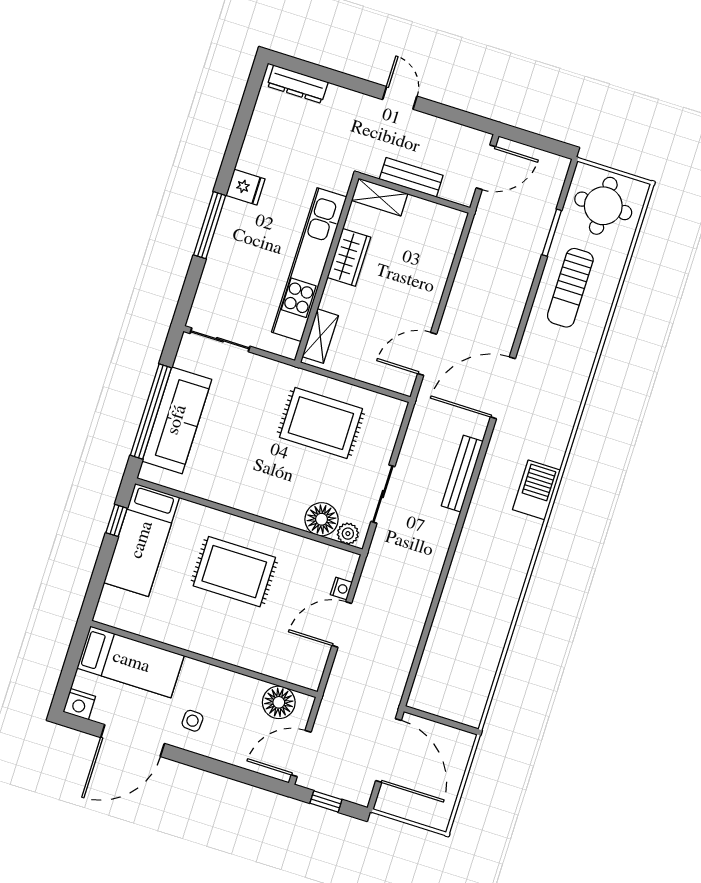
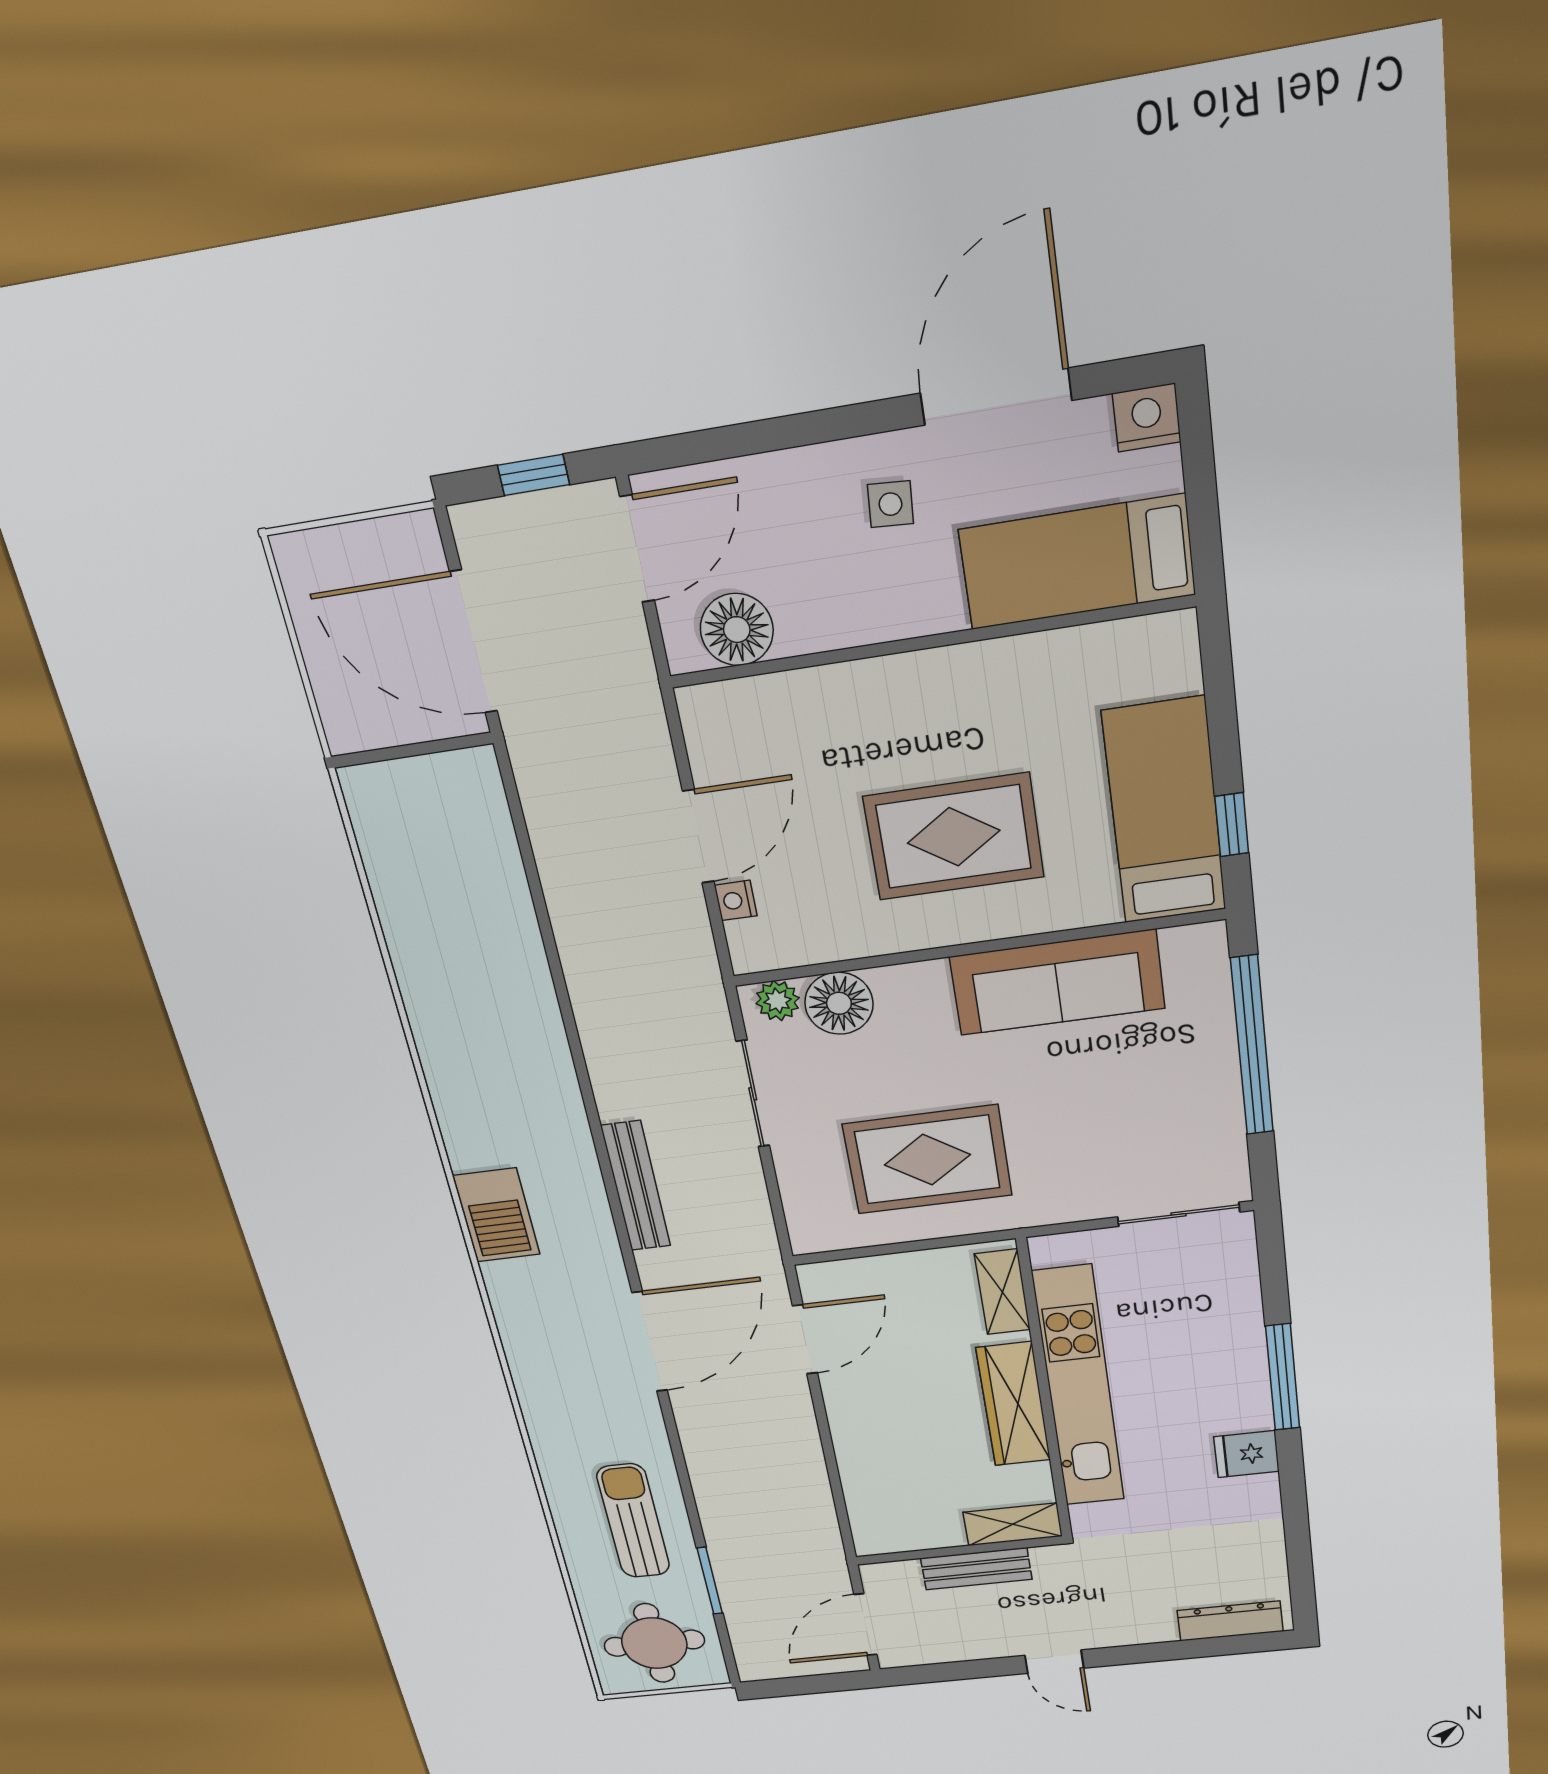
wardrobe: (349, 257) -> (1013, 1404), width x1.50
sofa: (177, 420) -> (1057, 983), moved, turned -90

